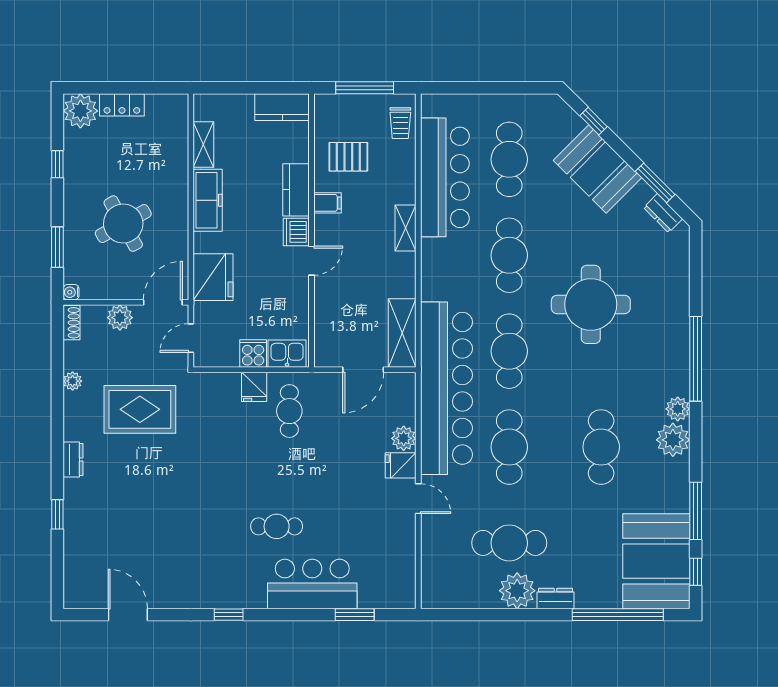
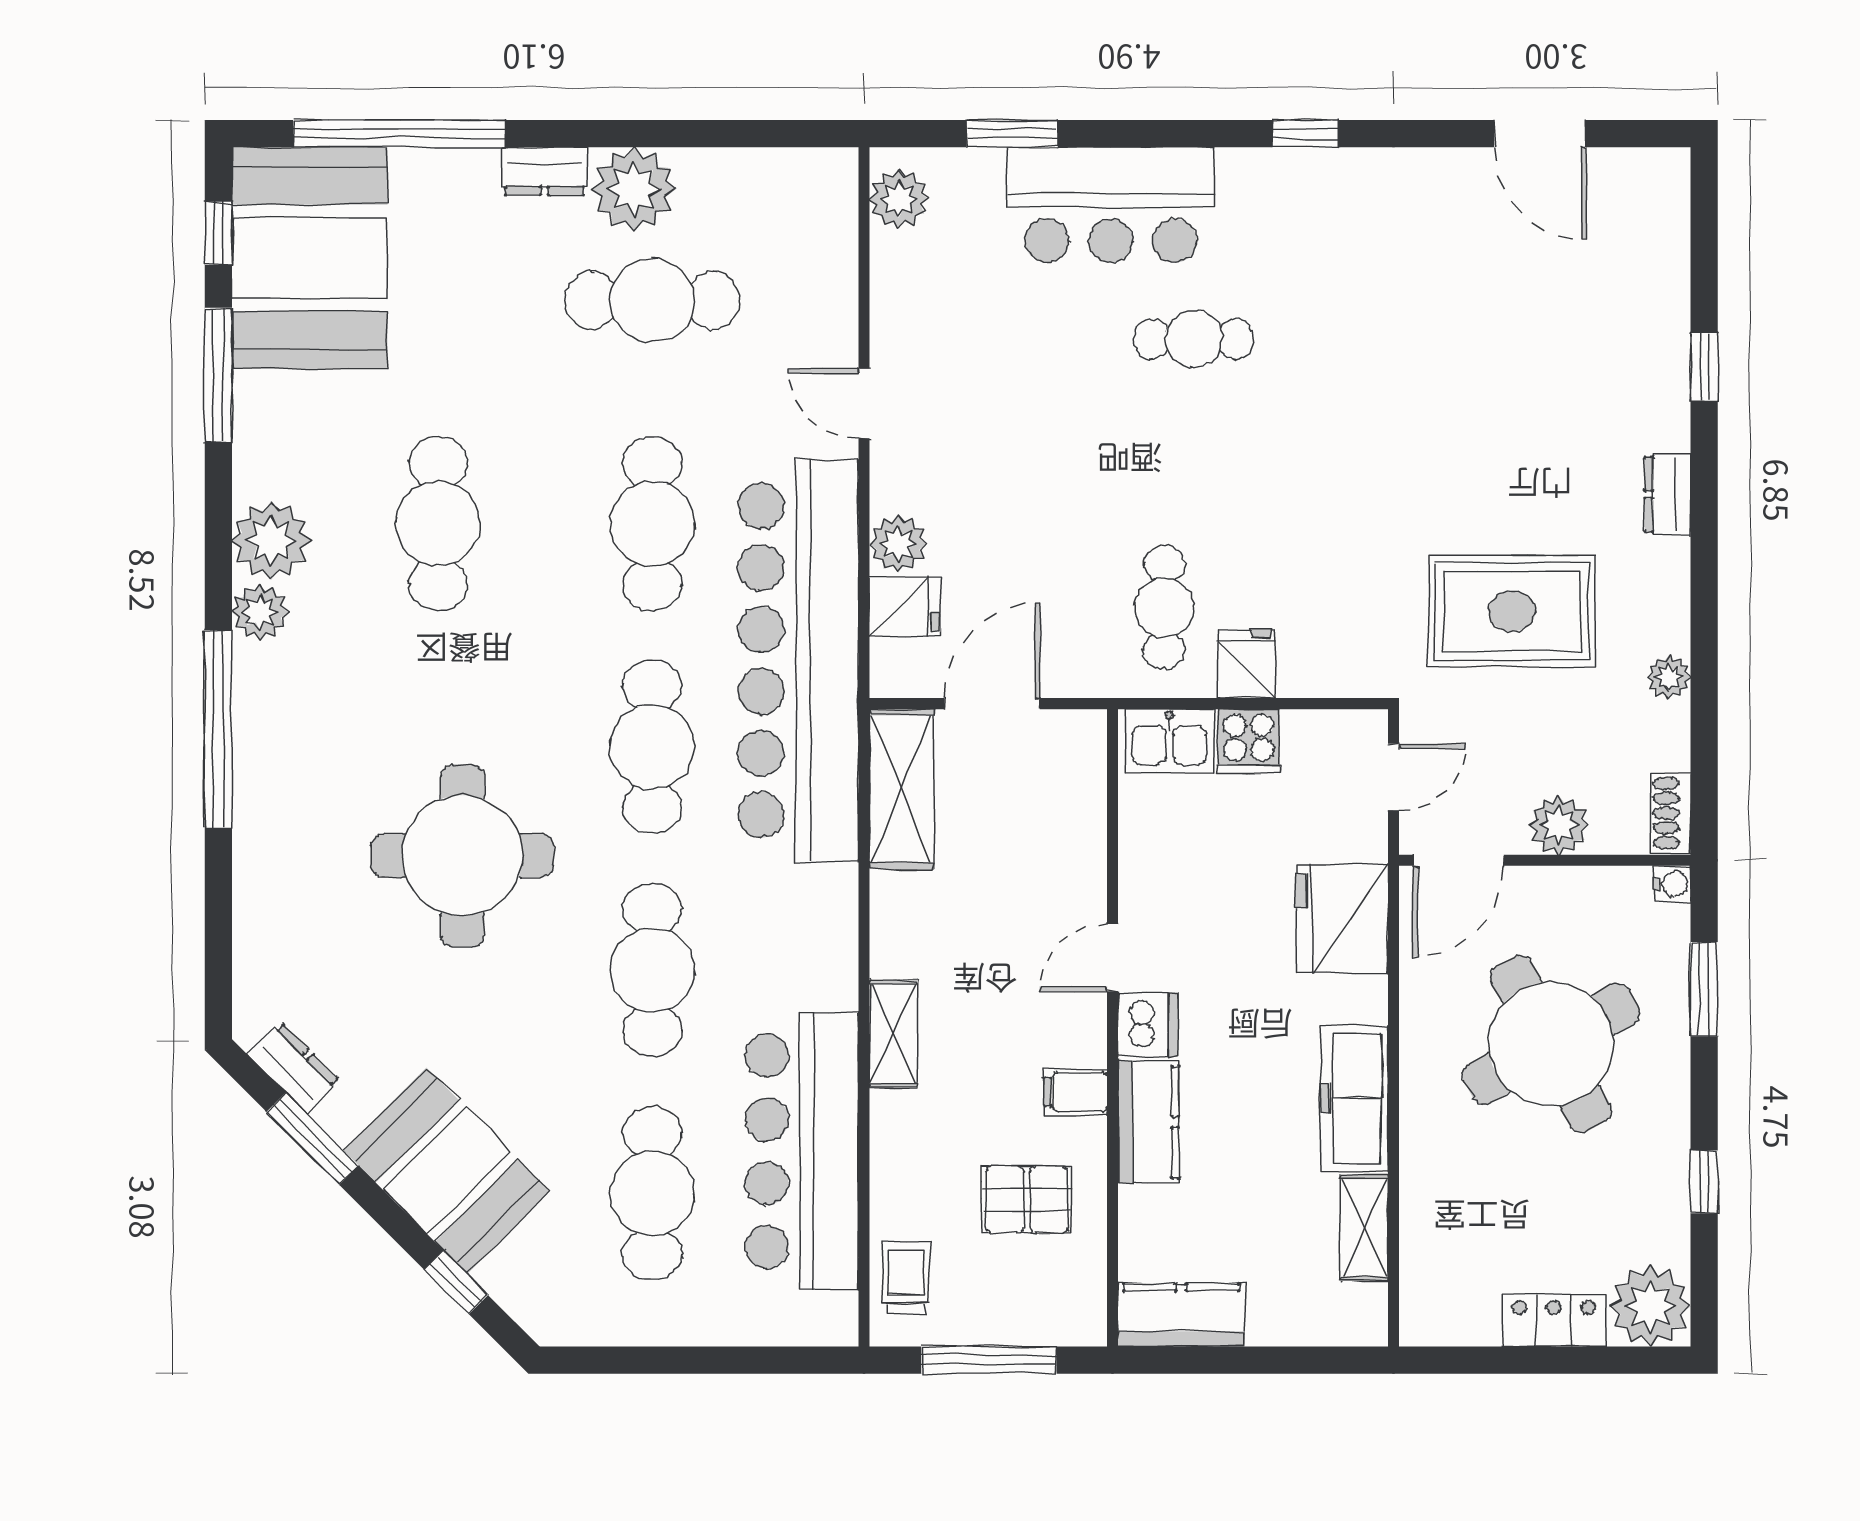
round table: (123, 224) -> (1551, 1044), width x1.36, depth x1.36
fridge: (401, 465) -> (905, 607), moved
plant: (403, 586) -> (899, 199), added

